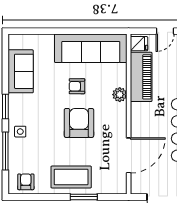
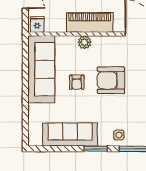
sofa: (21, 71) -> (70, 135), width x1.36
piano: (141, 77) -> (90, 22), moved

